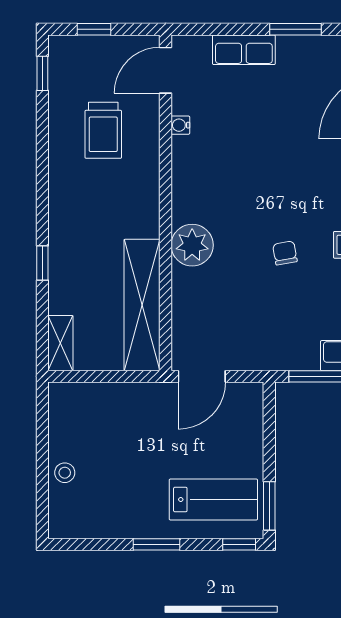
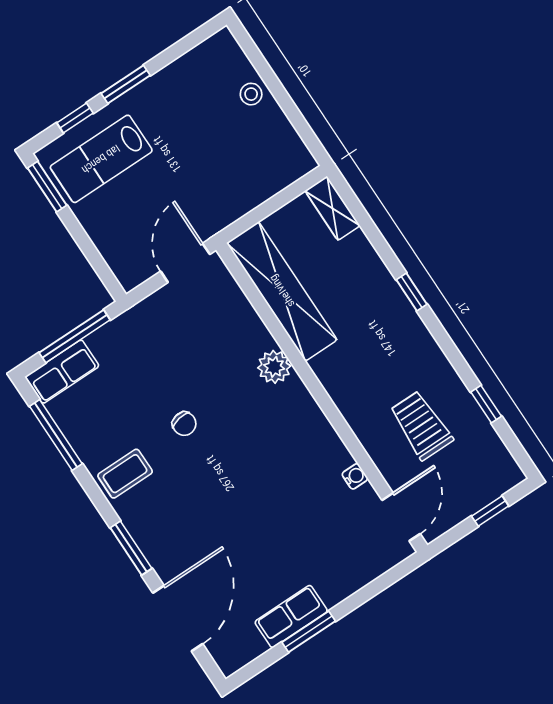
row of seats: (244, 50) -> (291, 617), moved
window: (42, 73) -> (486, 404), moved
plant: (192, 245) -> (274, 367), width x0.73, depth x0.73
window: (42, 263) -> (412, 292), moved
window: (239, 544) -> (75, 118), moved

